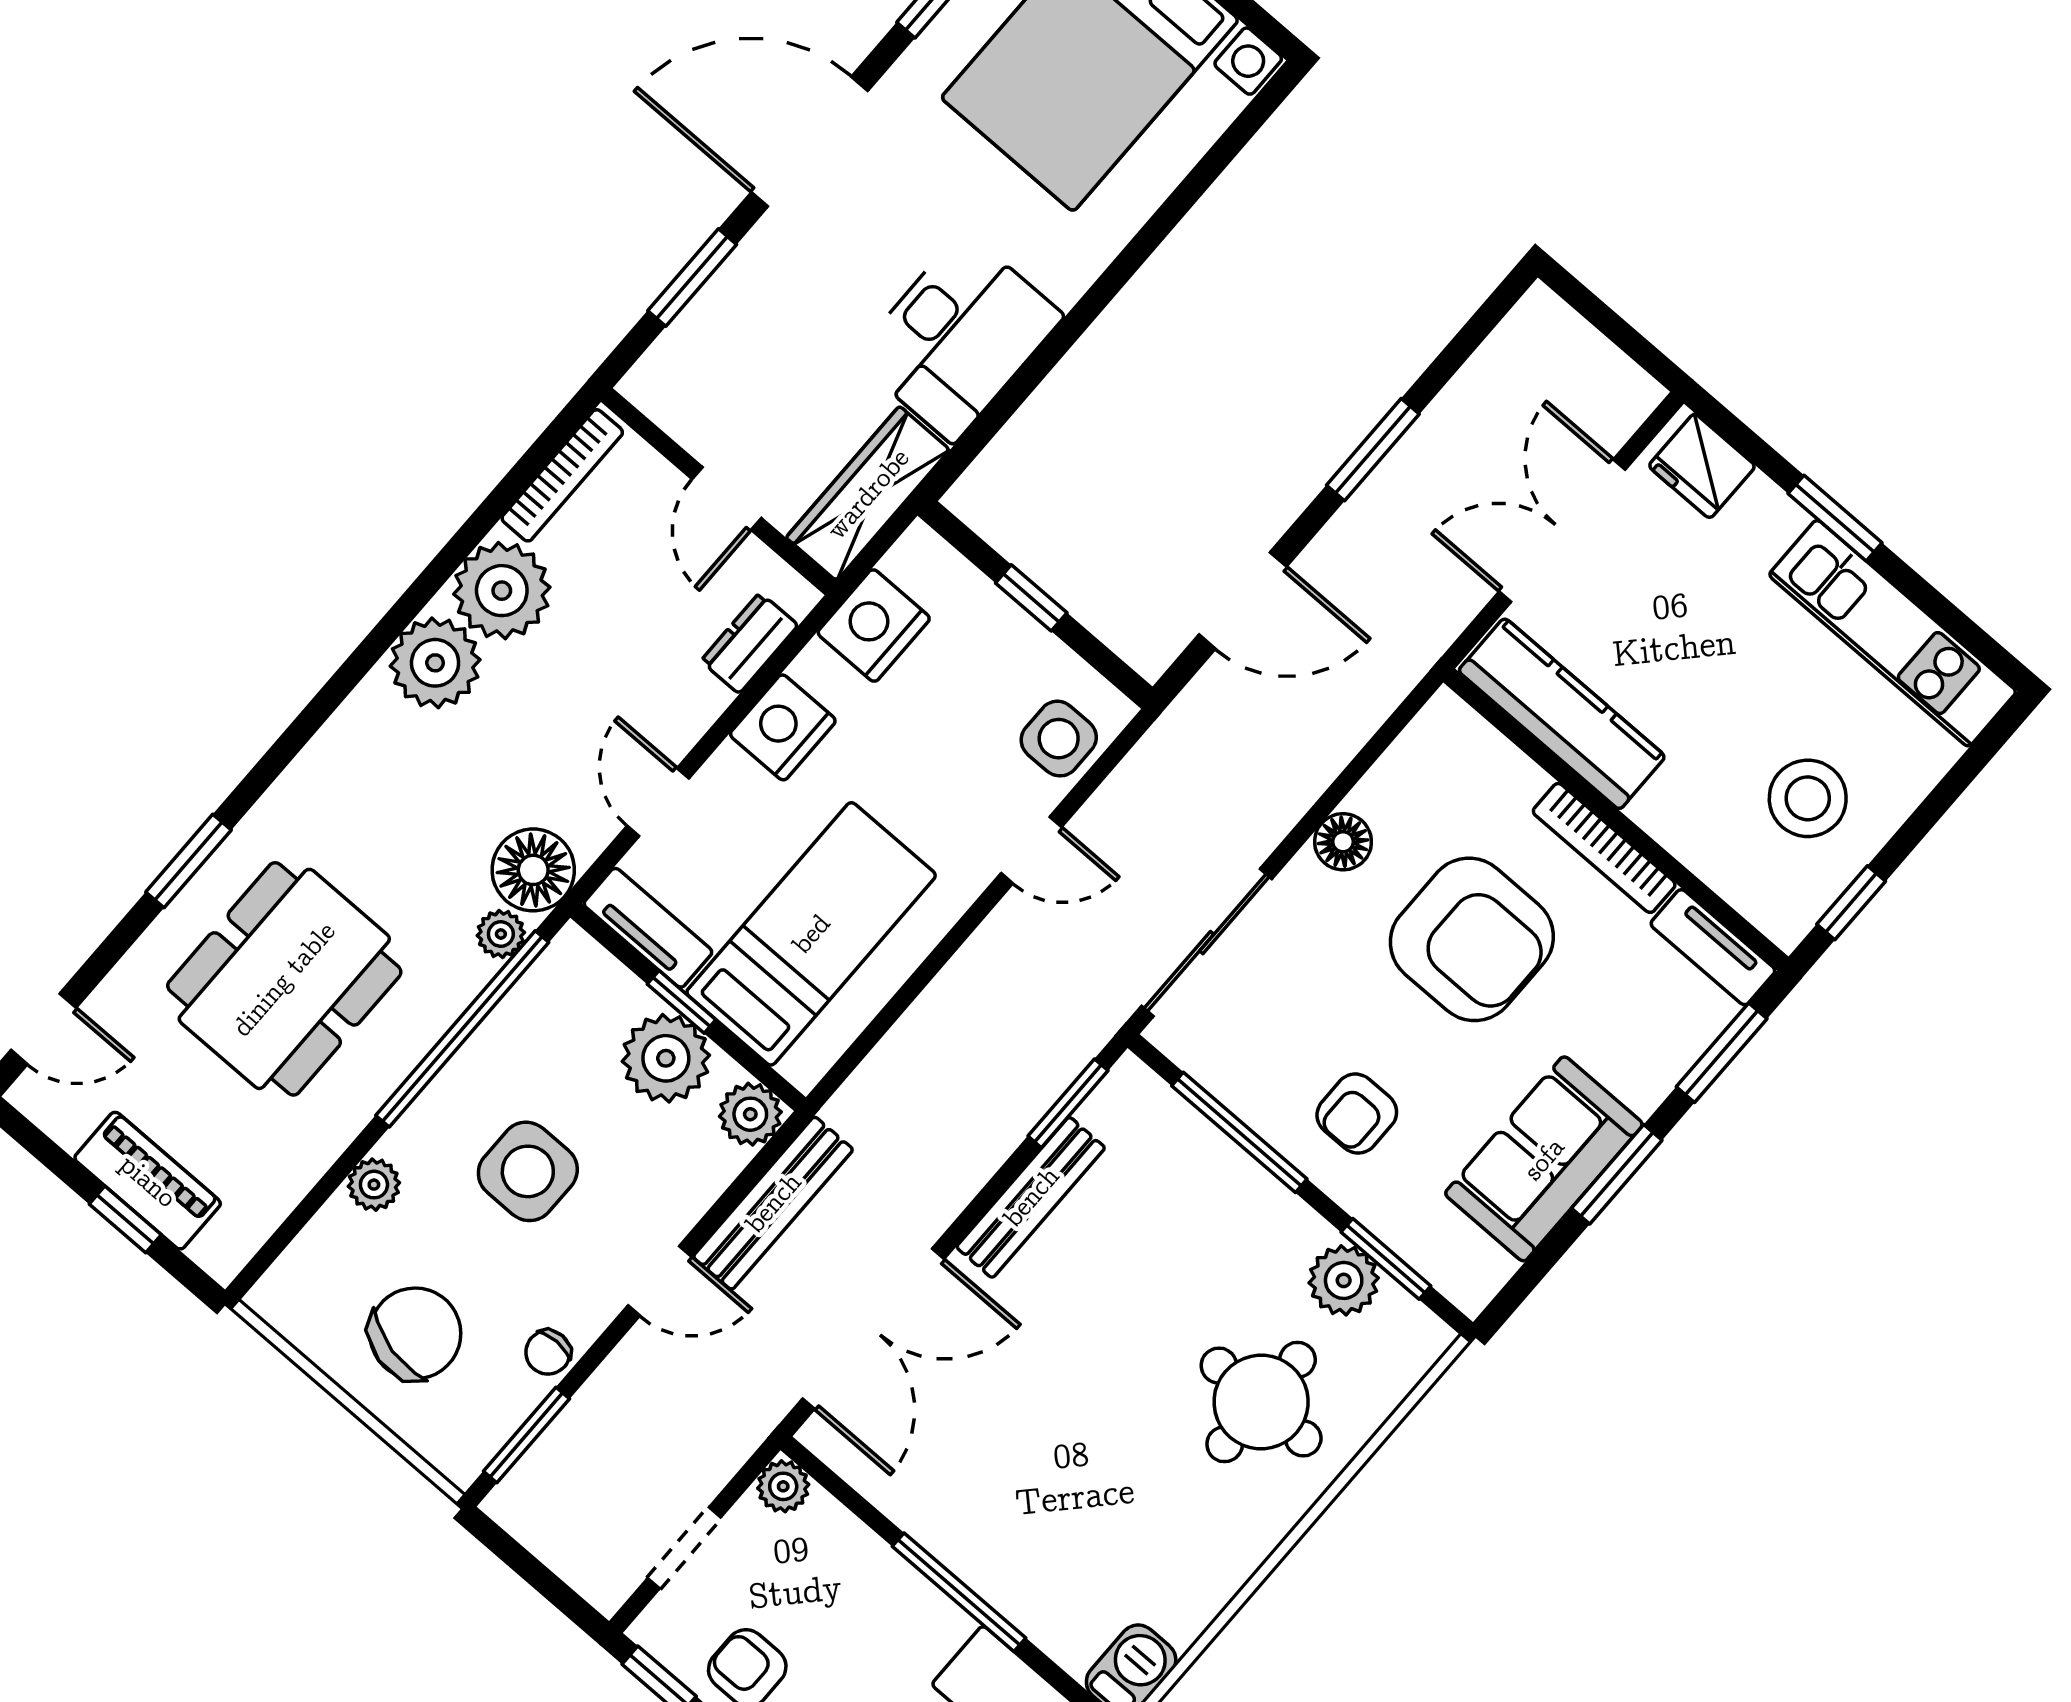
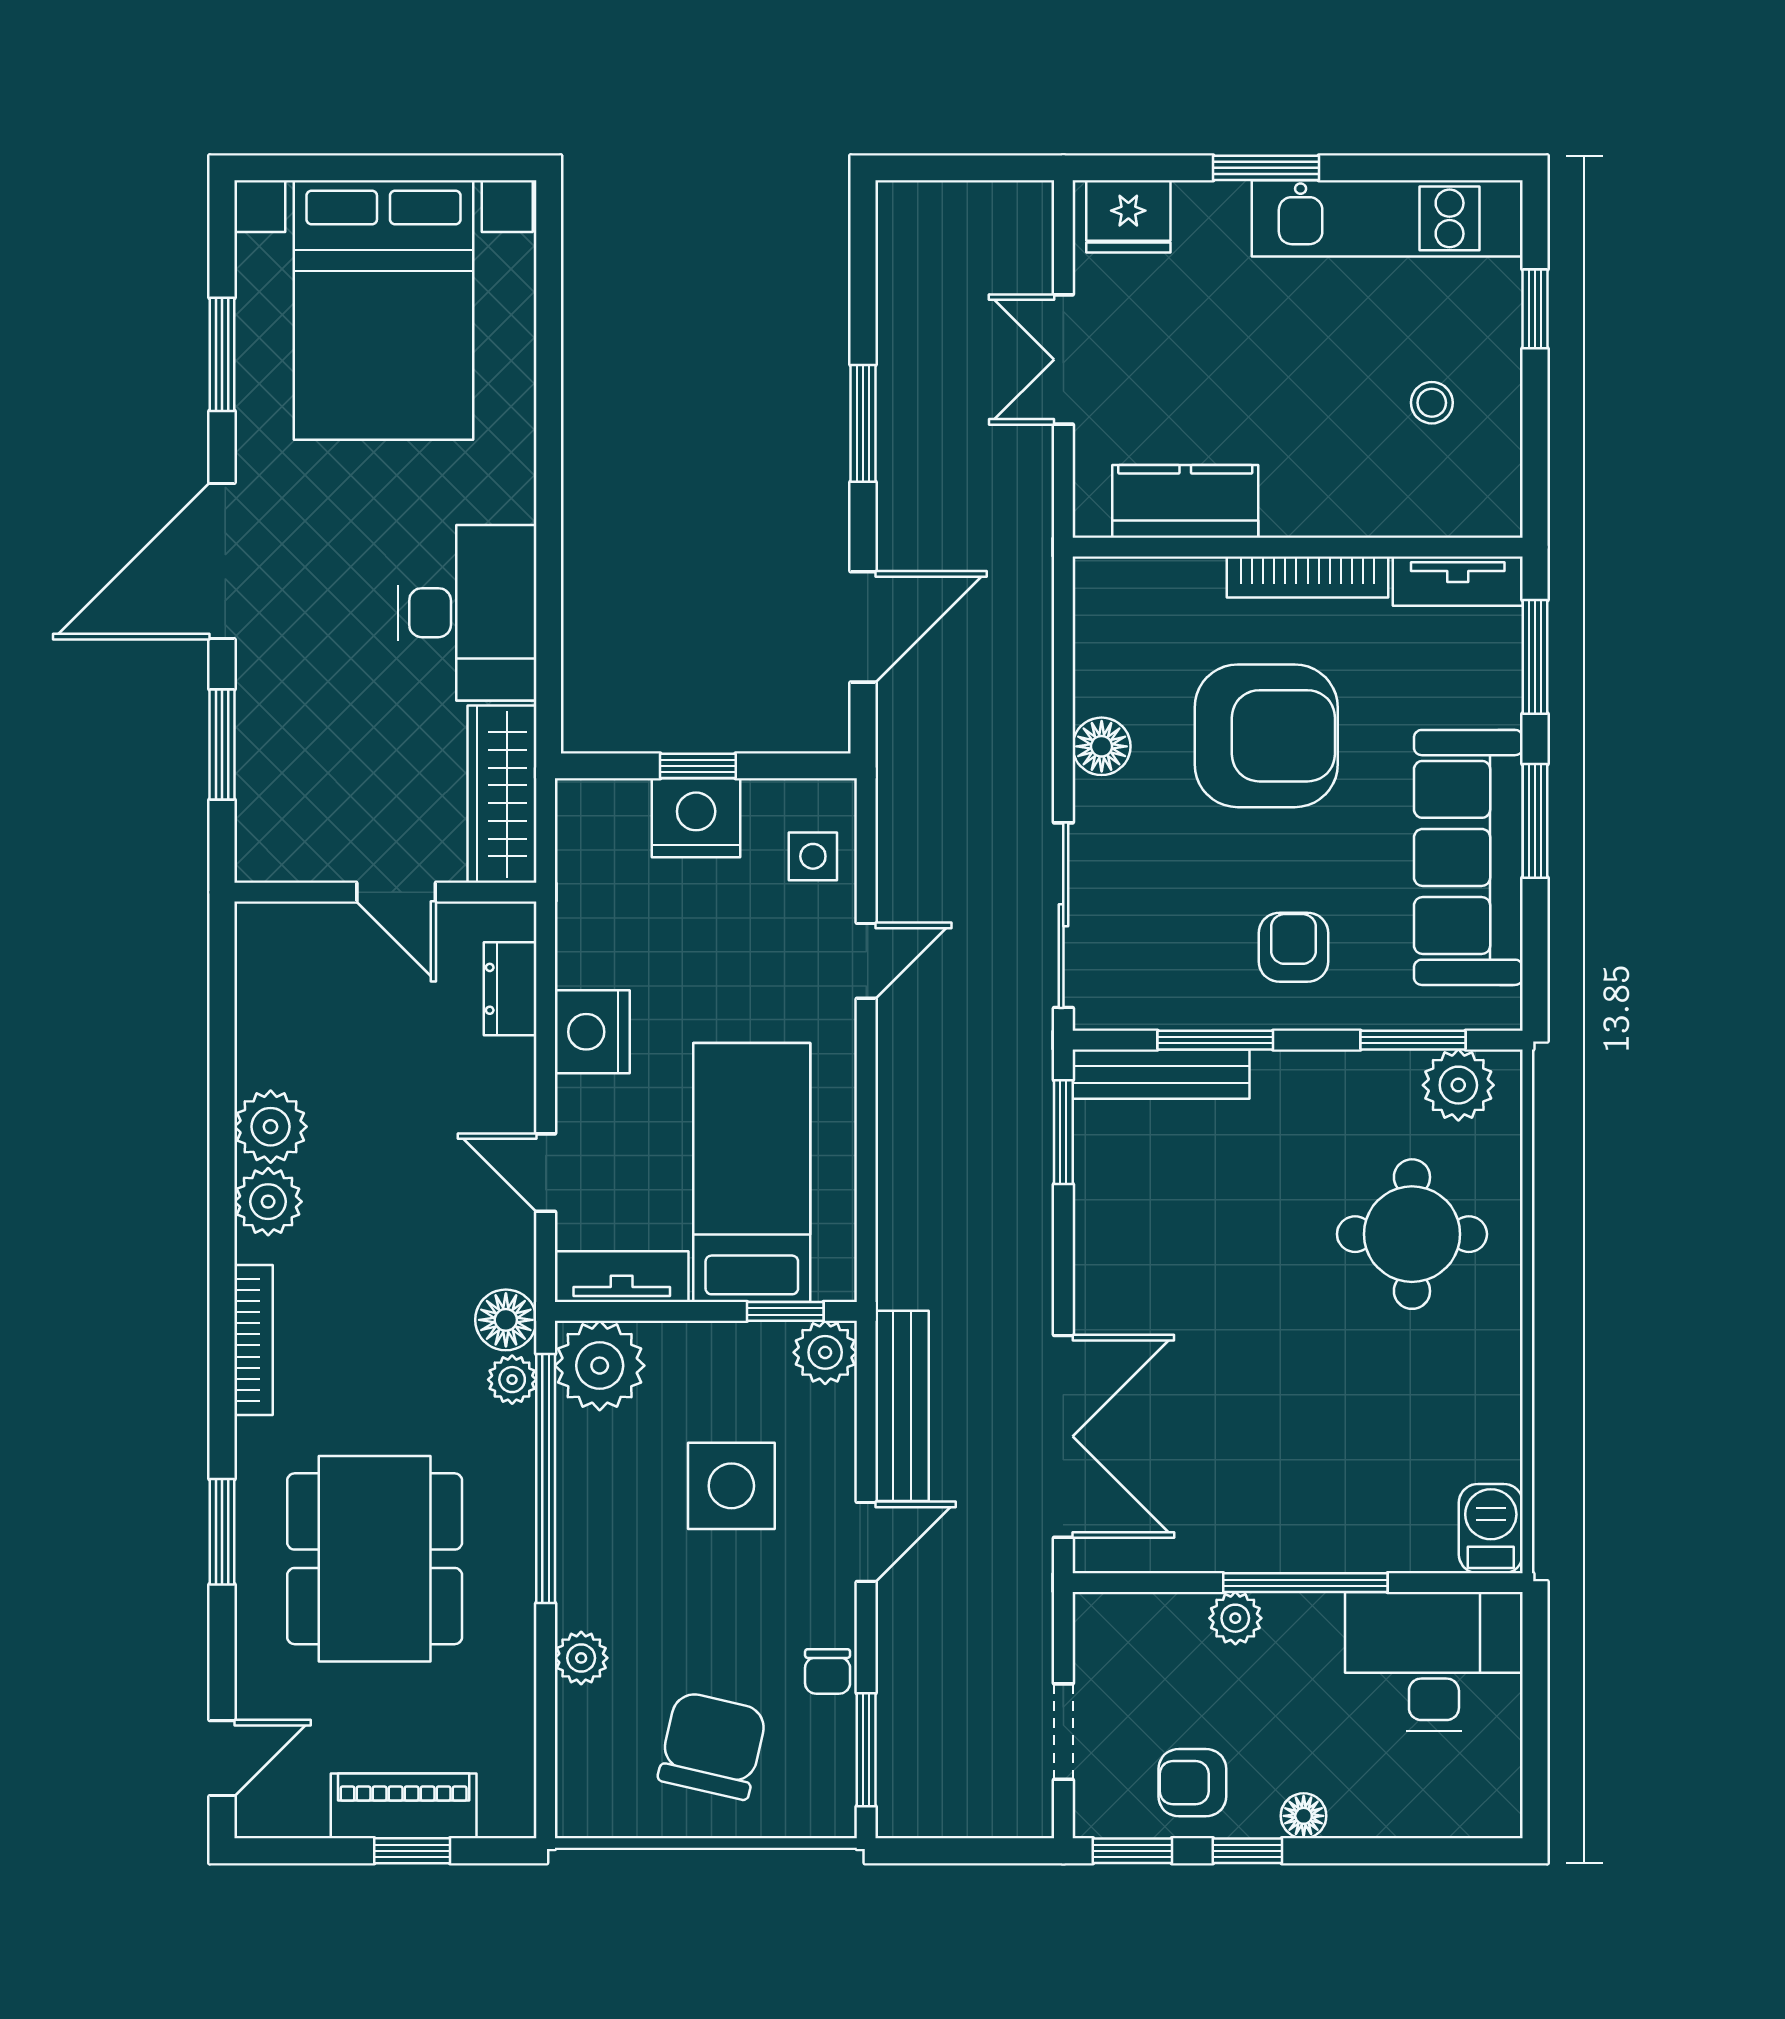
bookcase: (562, 475) -> (254, 1340), moved
double door: (1562, 531) -> (1063, 360), width x0.73
plant: (502, 591) -> (271, 1127), width x0.73, depth x0.73
nightstand: (874, 625) -> (696, 818), moved, turned 90
plant: (435, 663) -> (268, 1202), width x0.73, depth x0.73
kitchen counter: (1562, 714) -> (1185, 501), width x0.67
side table: (1059, 739) -> (813, 856), width x0.73, depth x0.73
stool: (1808, 798) -> (1432, 403), width x0.53, depth x0.53
floor lamp: (533, 870) -> (506, 1320), width x0.73, depth x0.73
window: (1851, 903) -> (1535, 309), moved
window: (682, 1002) -> (785, 1311), moved
plant: (666, 1058) -> (600, 1366), moved
armchair: (1357, 1114) -> (1293, 947), turned 180
window: (1239, 1132) -> (1215, 1040), width x0.69
sofa: (1544, 1159) -> (1468, 857), width x1.36
side table: (528, 1171) -> (731, 1486), moved
bench: (1031, 1197) -> (1161, 1074), moved, turned 90
plant: (1344, 1280) -> (1458, 1085), moved
plant: (783, 1486) -> (1235, 1618), moved

